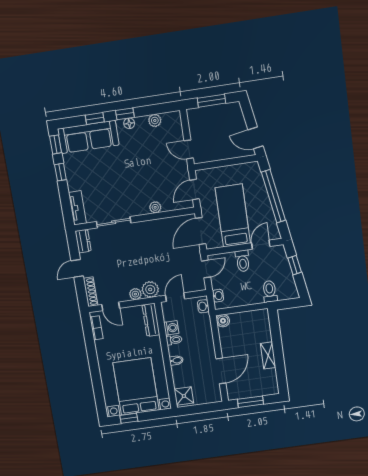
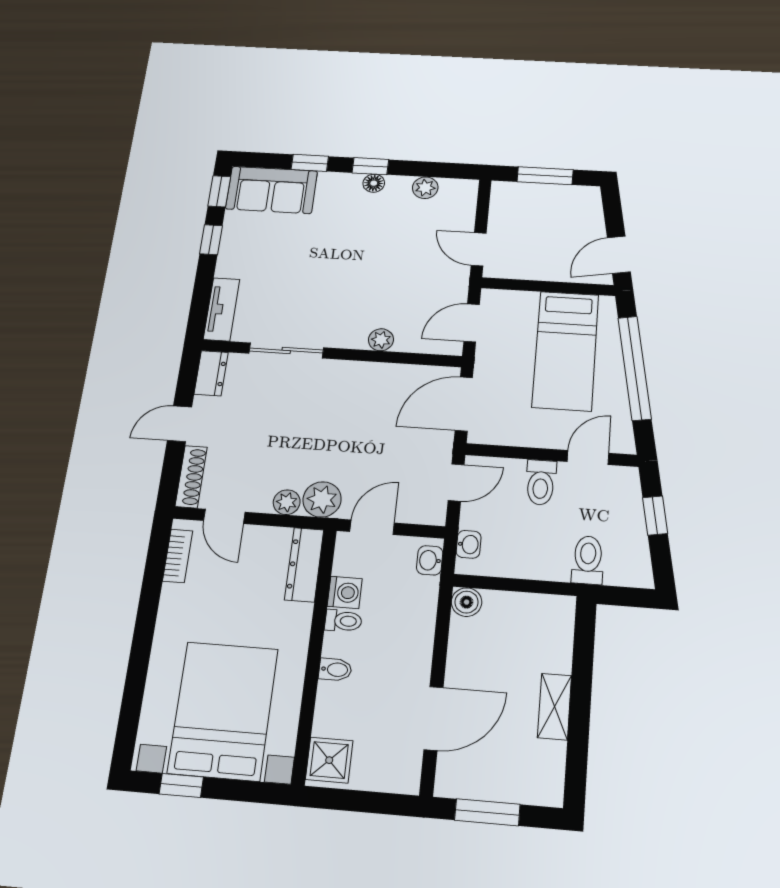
sofa: (88, 137) -> (271, 190), width x0.73
door: (255, 138) -> (619, 255), hinge flipped
bed: (233, 216) -> (566, 351), moved, turned 180

